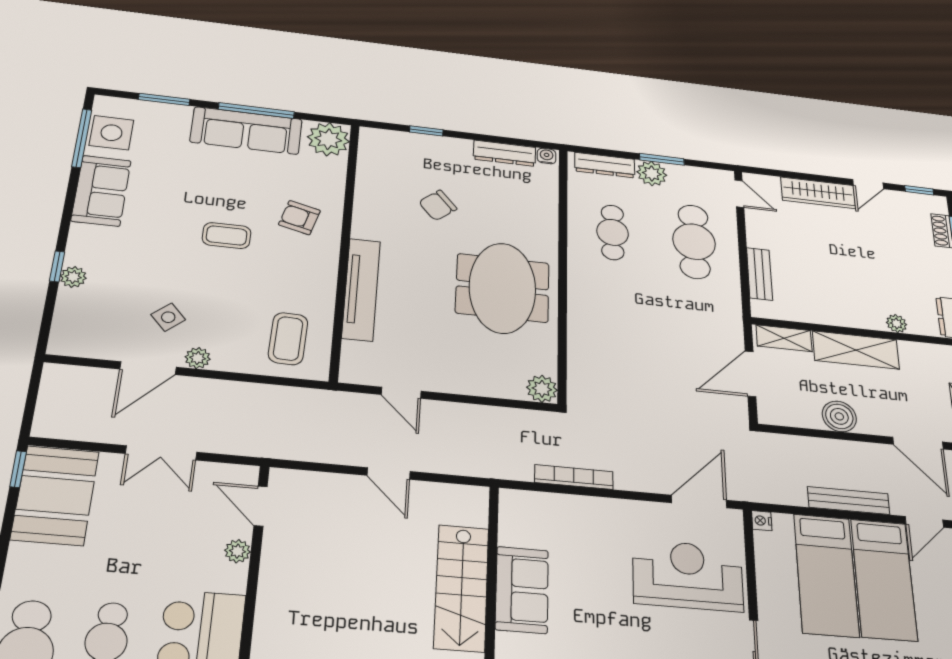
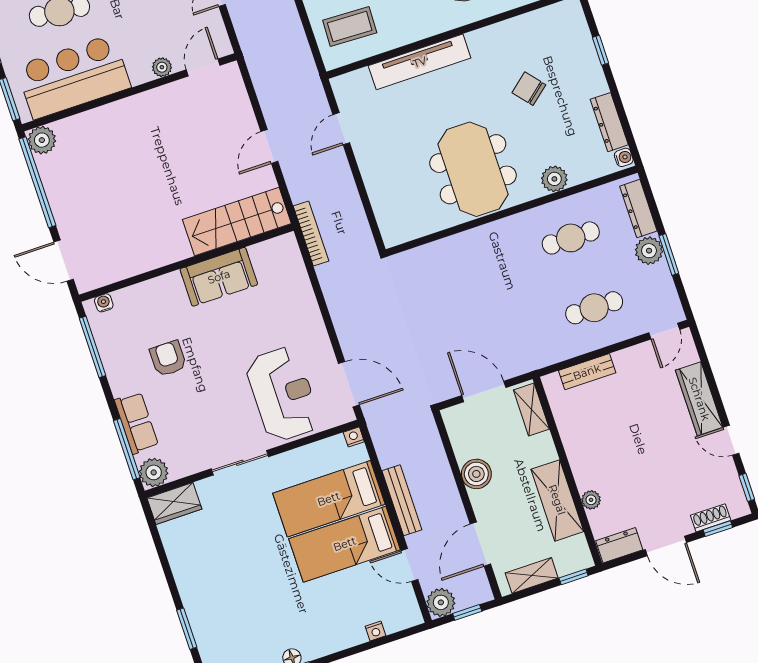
cafe table: (694, 242) -> (594, 308), width x0.73, depth x0.74
meeting table: (502, 288) -> (473, 169), turned 90
shelving: (856, 350) -> (557, 500), moved
plant: (542, 389) -> (554, 179), moved
bookcase: (574, 477) -> (311, 233), moved
stairs: (461, 588) -> (237, 222), moved

